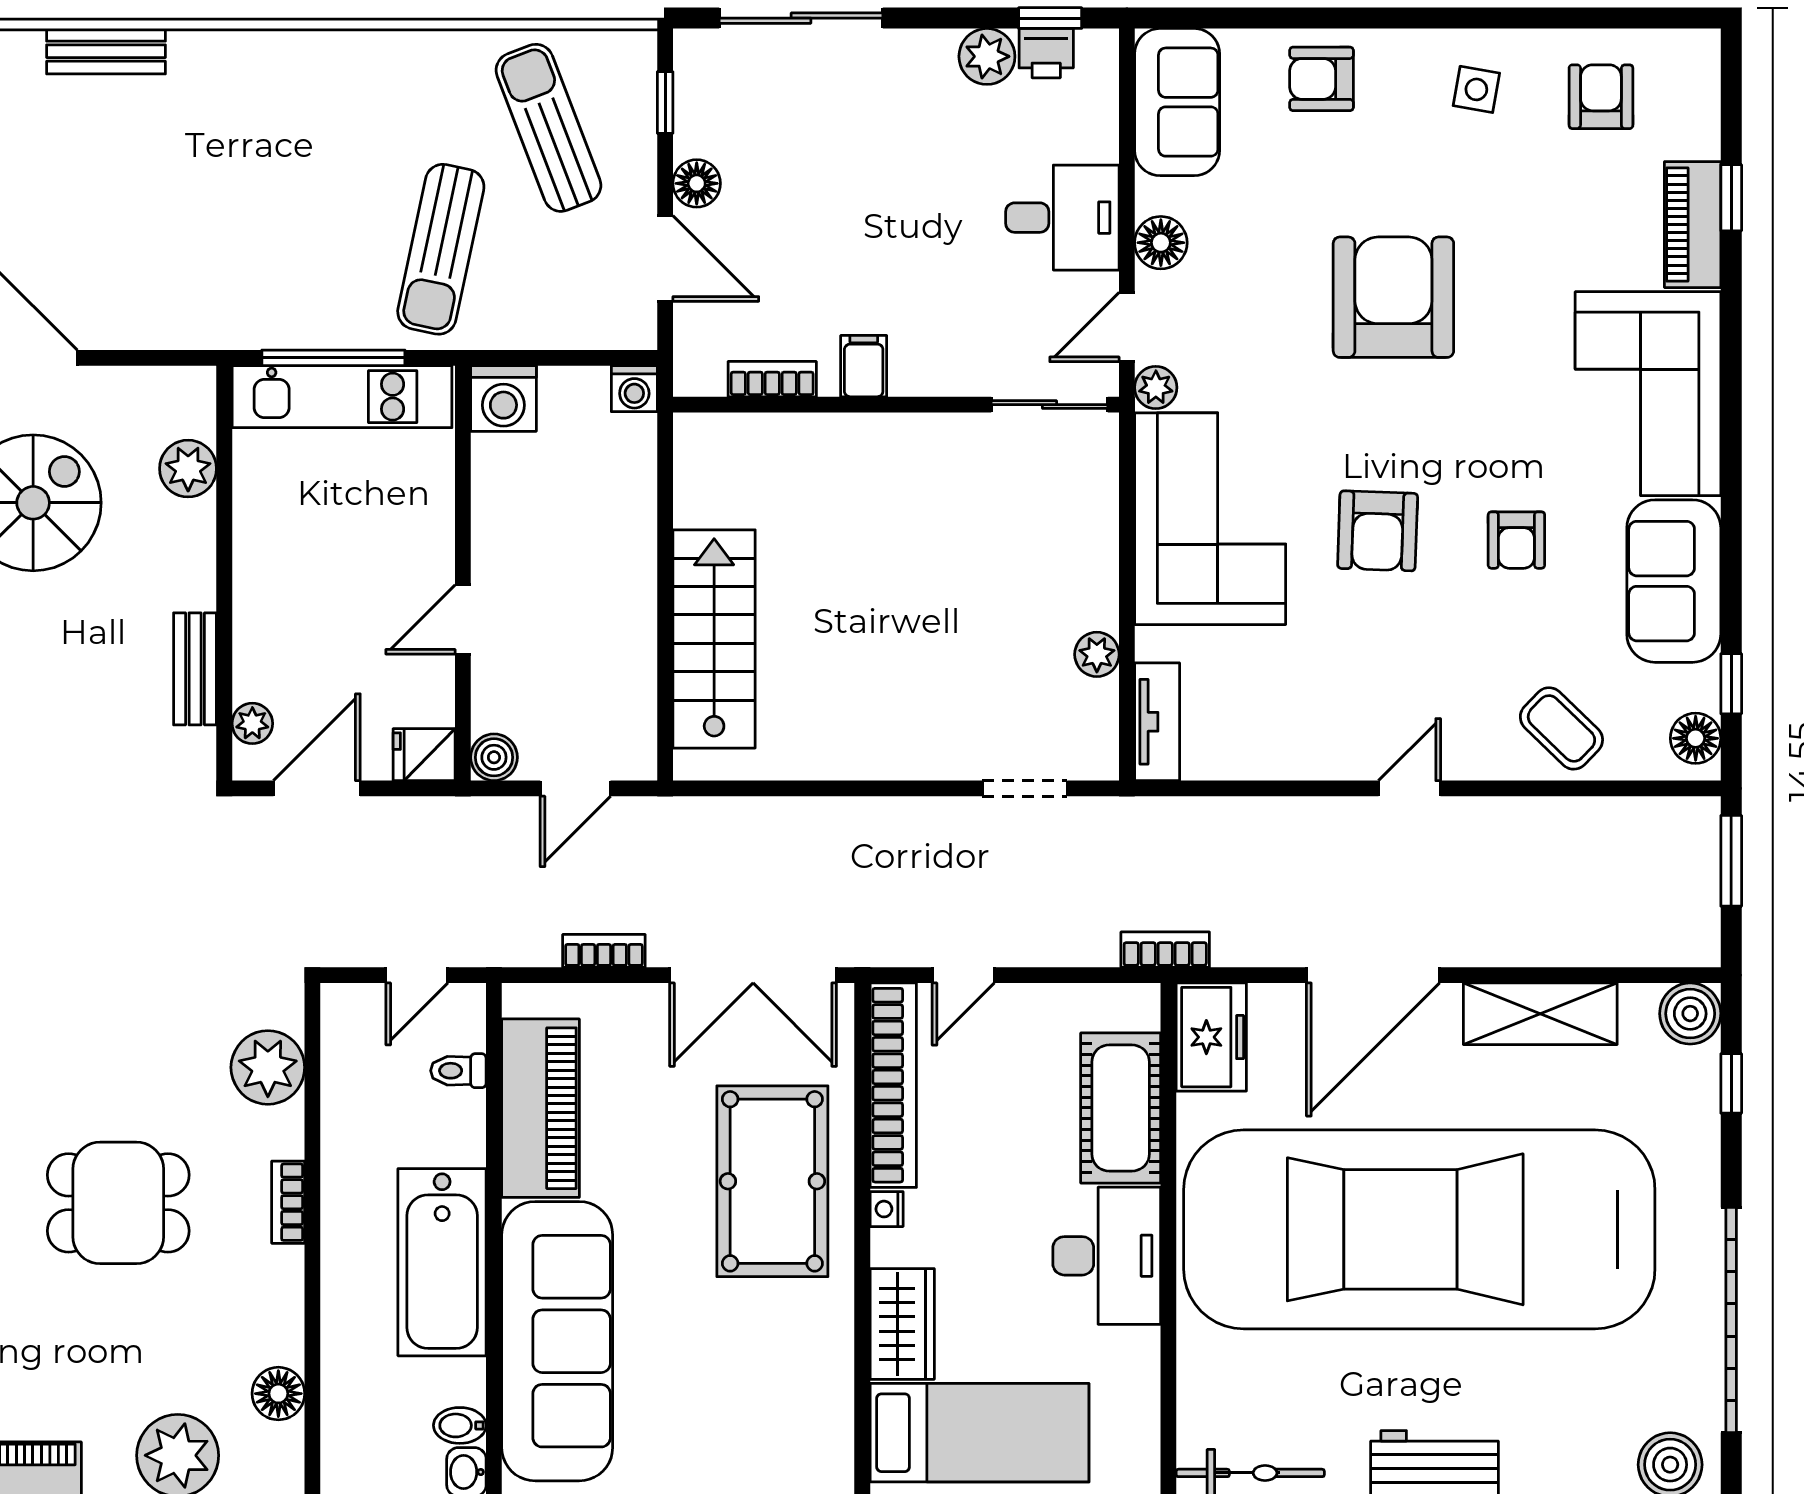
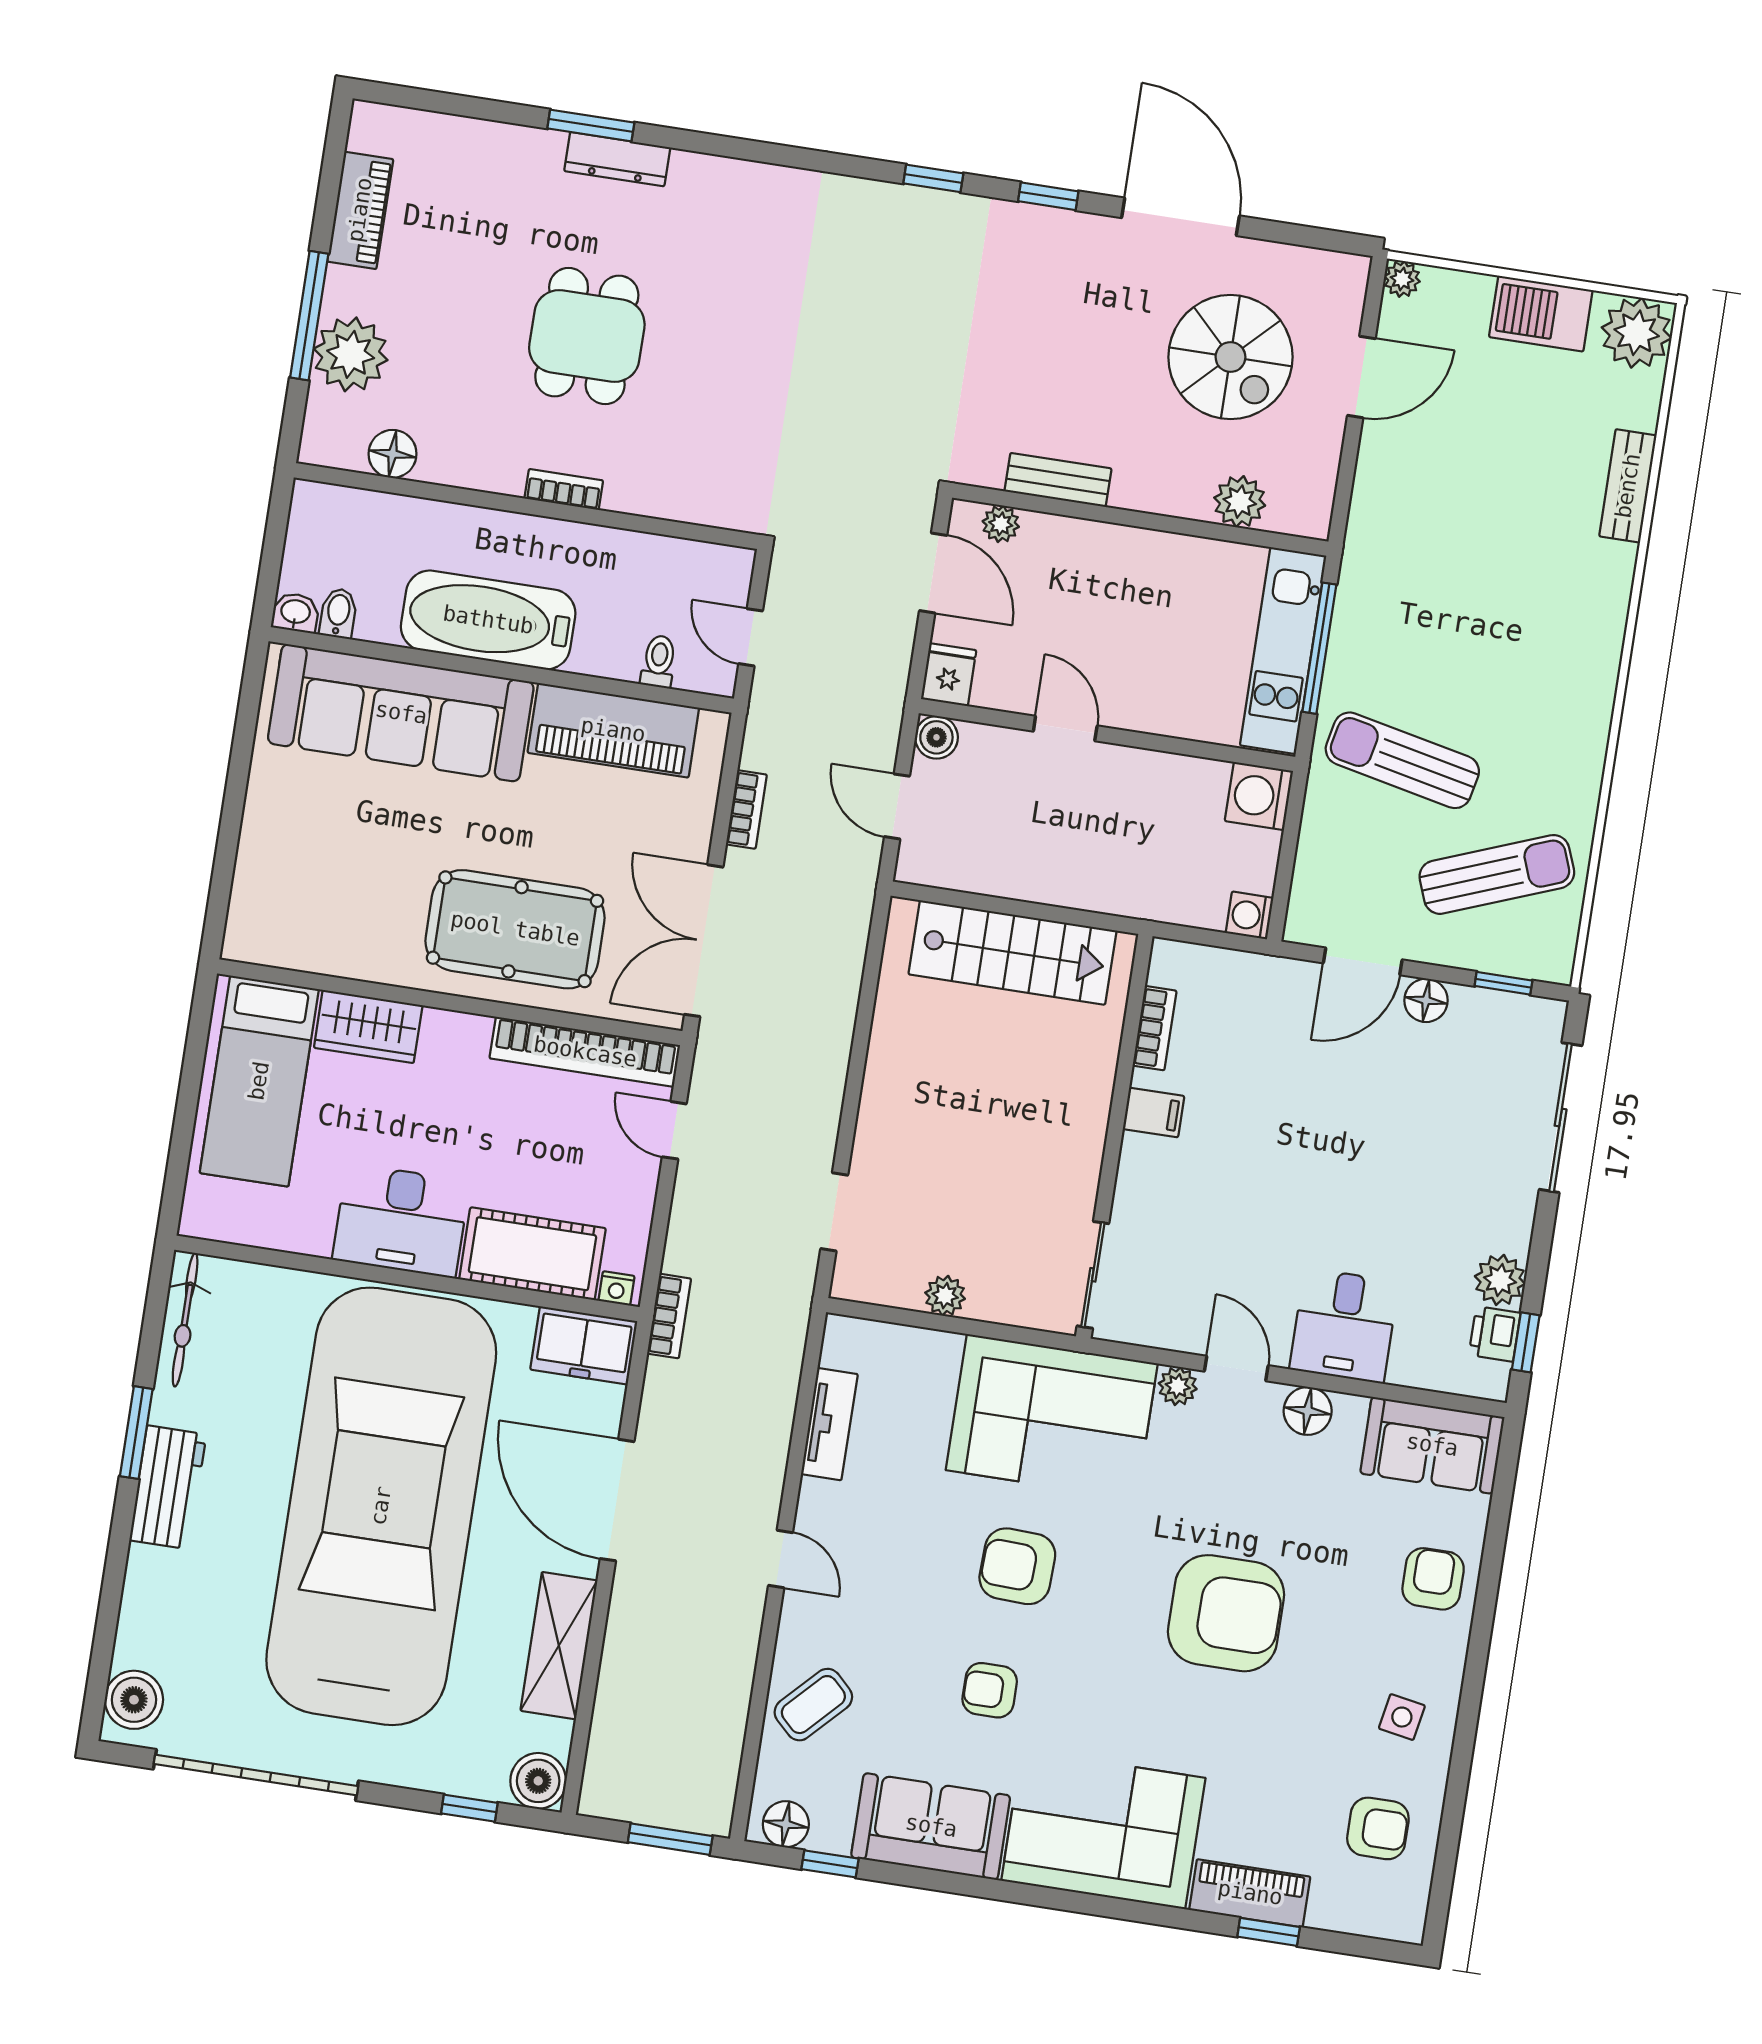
filing cabinet: (864, 366) -> (1154, 1112), moved
bookcase: (772, 379) -> (1155, 1028), moved
wall: (896, 405) -> (1114, 1136), moved
sliding door: (1050, 405) -> (1093, 1275), moved
tv unit: (1157, 722) -> (829, 1424), moved, turned -90
plant: (268, 1067) -> (688, 490), removed
nightstand: (887, 1209) -> (617, 1288), moved, turned 180

